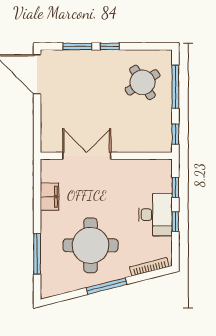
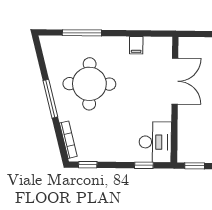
filing cabinet: (49, 197) -> (136, 45), width x0.50
desk: (155, 215) -> (155, 142), moved, turned -90
window: (175, 222) -> (88, 165), moved

